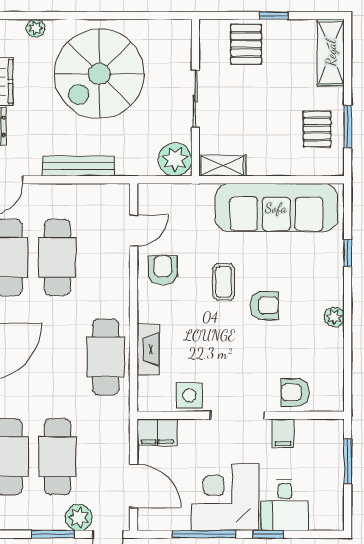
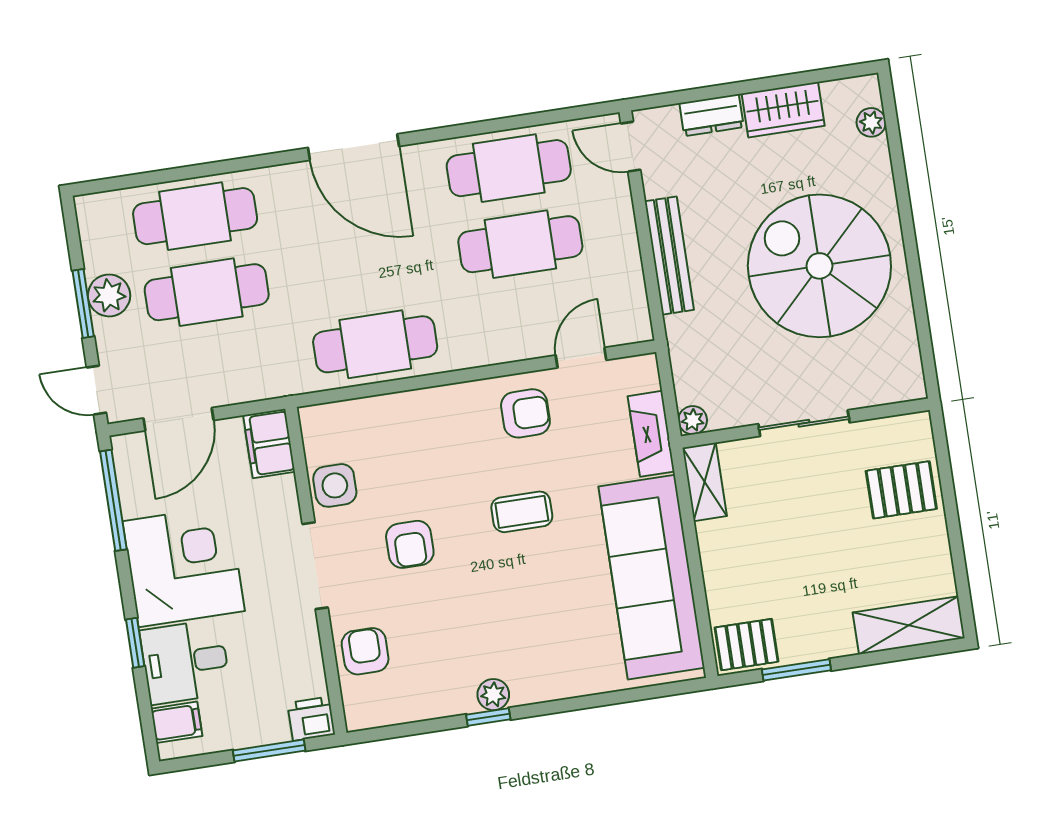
window: (274, 16) -> (953, 527), removed
plant: (36, 28) -> (871, 122), moved
pallet: (317, 129) -> (747, 645), moved
plant: (175, 159) -> (693, 420), width x0.53, depth x0.53
door: (134, 231) -> (581, 358), swing flipped
window: (348, 253) -> (488, 717), moved
armchair: (264, 305) -> (410, 544), moved
fireplace: (148, 349) -> (651, 434), moved, turned 90
printer: (332, 432) -> (311, 719), added
filing cabinet: (283, 433) -> (177, 722), moved, turned 180
plant: (79, 517) -> (109, 295), moved
window: (204, 534) -> (113, 500), moved

